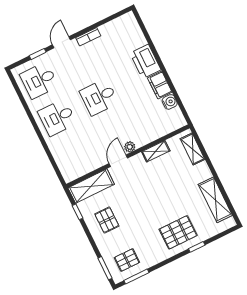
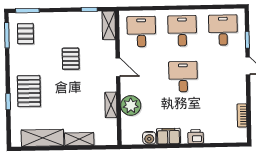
bookcase: (88, 37) -> (242, 115), moved
printer: (145, 61) -> (196, 136), width x0.53, depth x0.68
plant: (130, 147) -> (131, 105), moved, width x1.87, depth x1.87
shelving: (193, 149) -> (79, 139), moved
desk: (75, 155) -> (141, 32), added
shelving: (91, 186) -> (109, 25), width x0.67, depth x0.75
pallet: (107, 220) -> (71, 59), moved, turned 90

